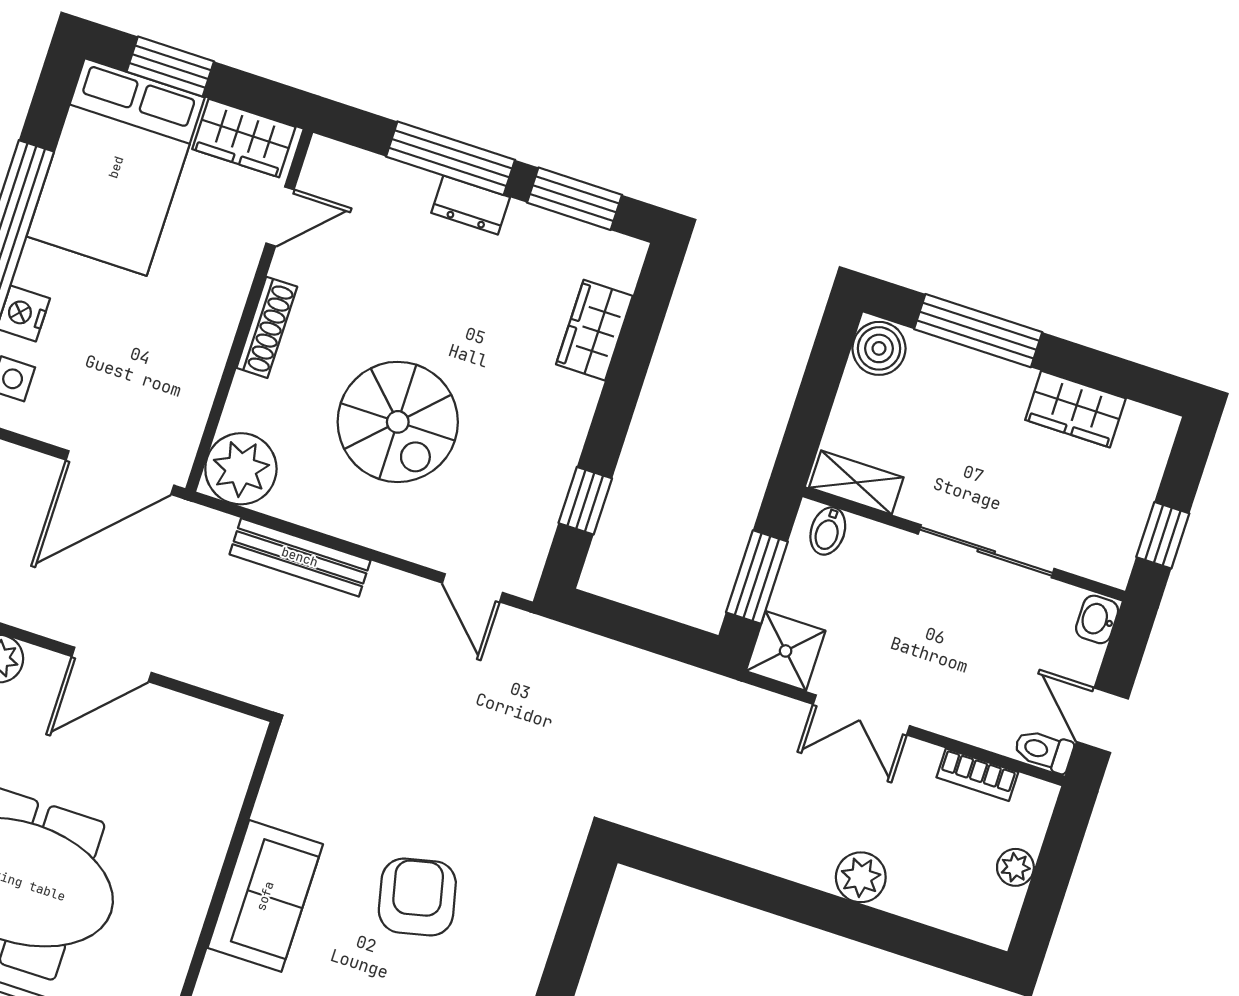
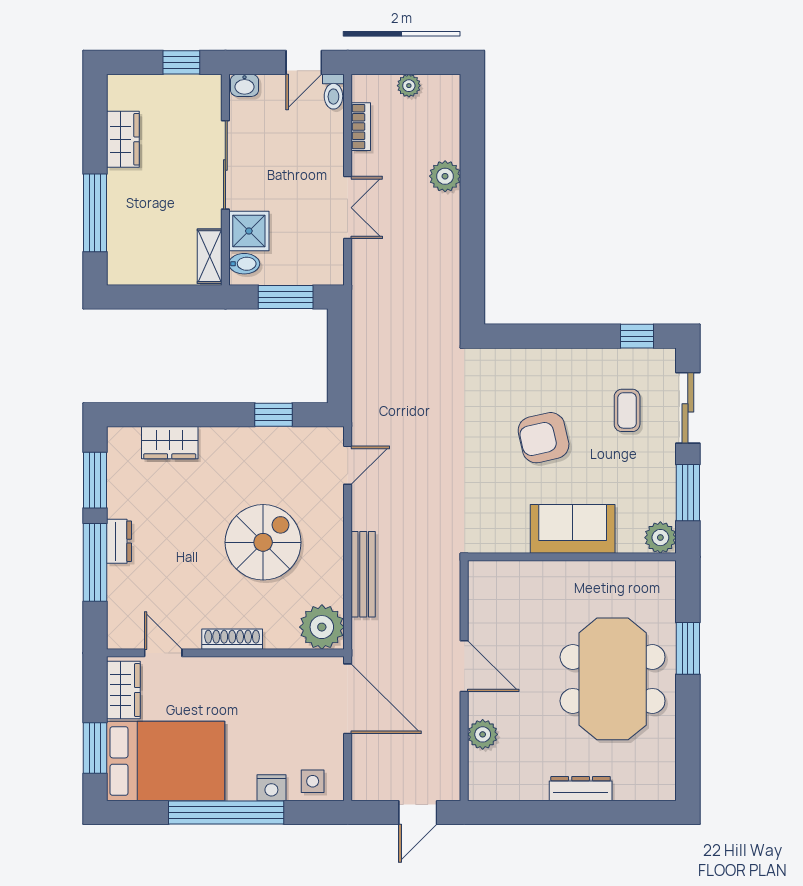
boiler: (879, 348) -> (125, 269), removed
shower: (786, 651) -> (249, 231), moved

